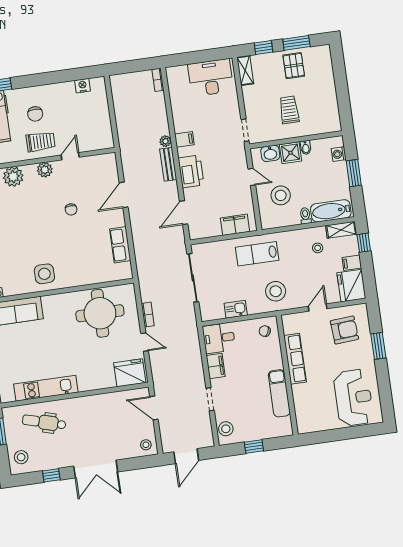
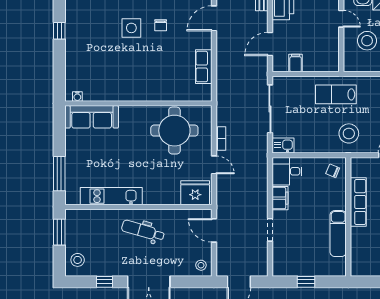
filing cabinet: (235, 225) -> (296, 63), moved, width x0.50
side table: (44, 274) -> (131, 28), moved
kitchen sink: (236, 309) -> (283, 145), moved
dental chair: (44, 422) -> (143, 231), moved
stool: (226, 429) -> (281, 261), removed

